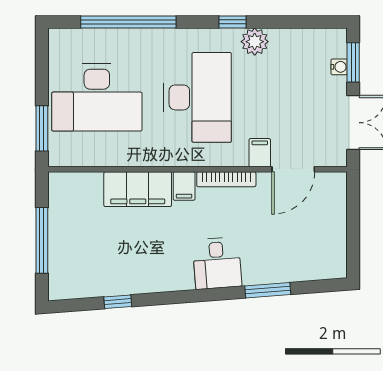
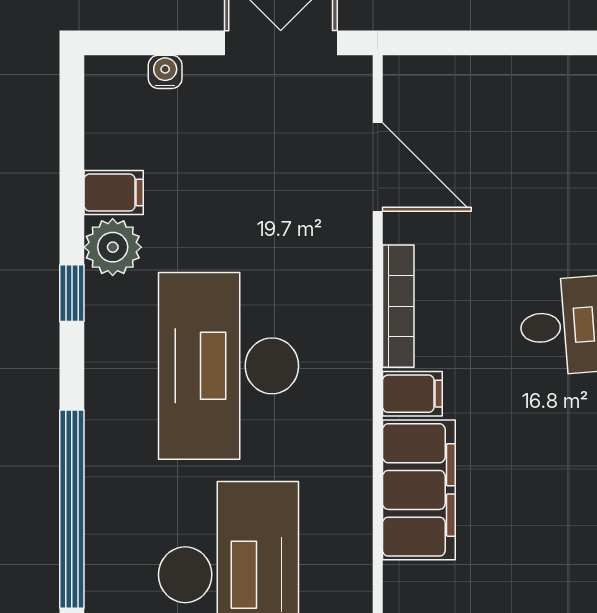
window: (353, 62) -> (156, 43), removed
desk: (198, 97) -> (229, 366), turned -90
filing cabinet: (260, 153) -> (114, 193), moved, turned 180

